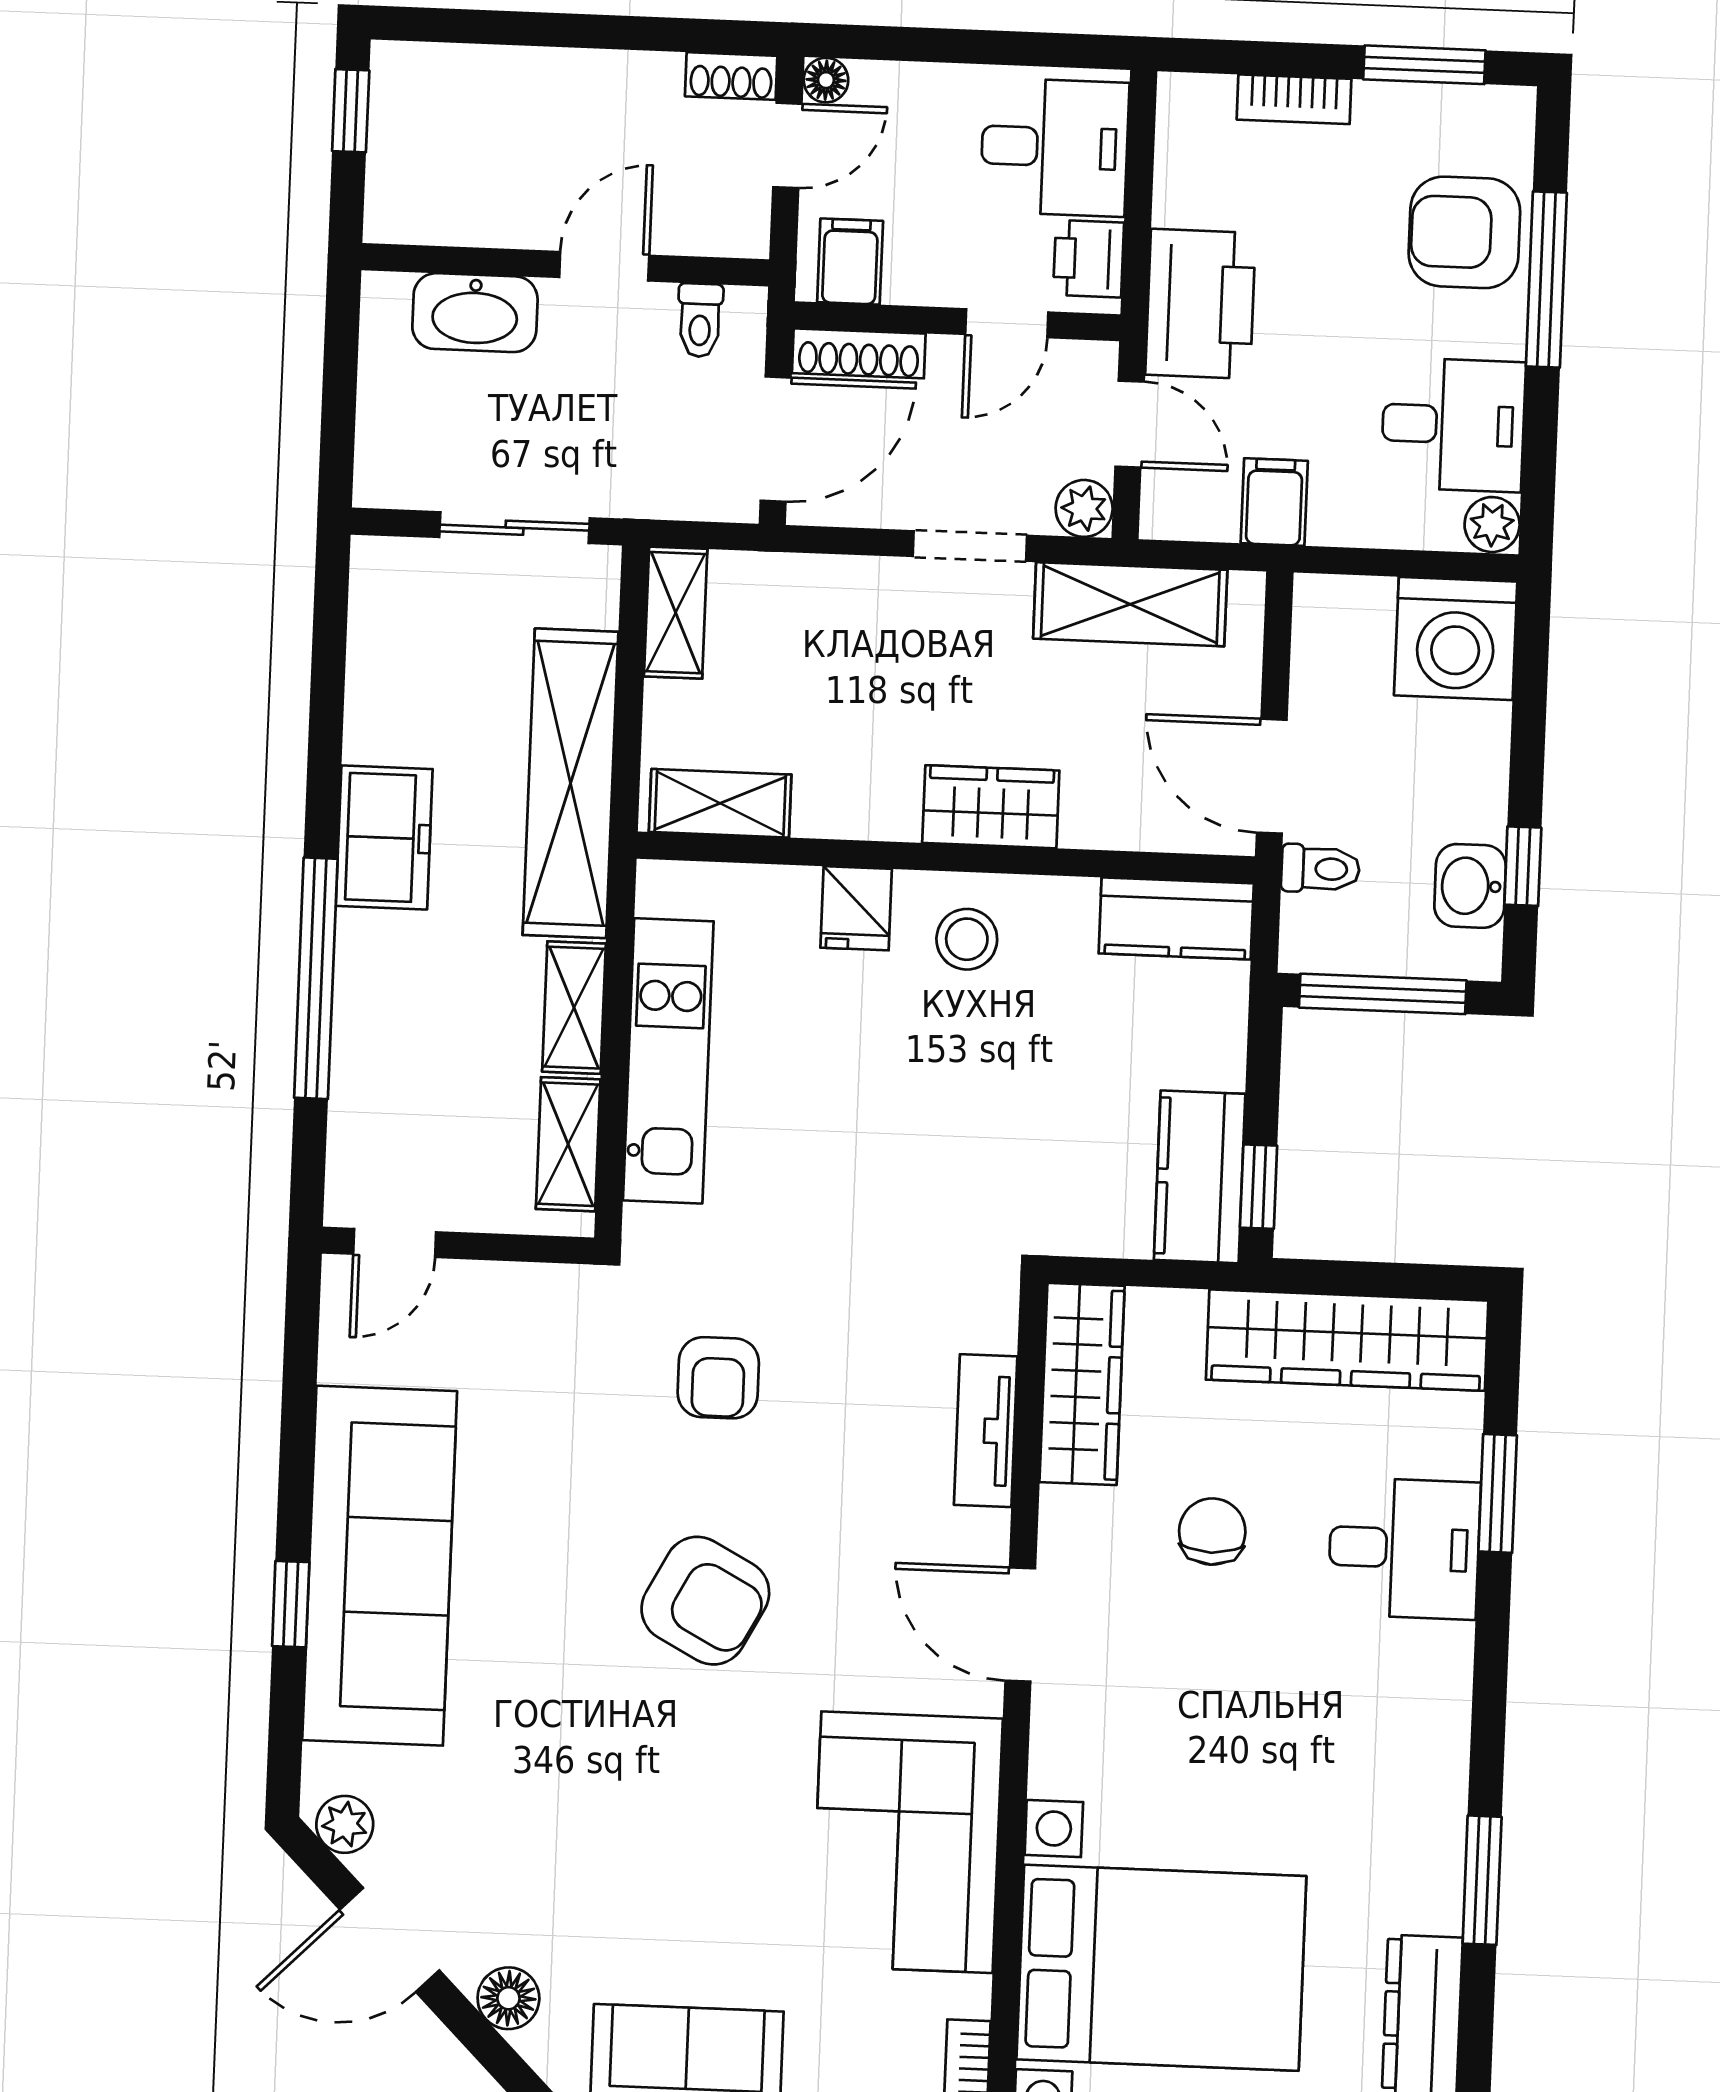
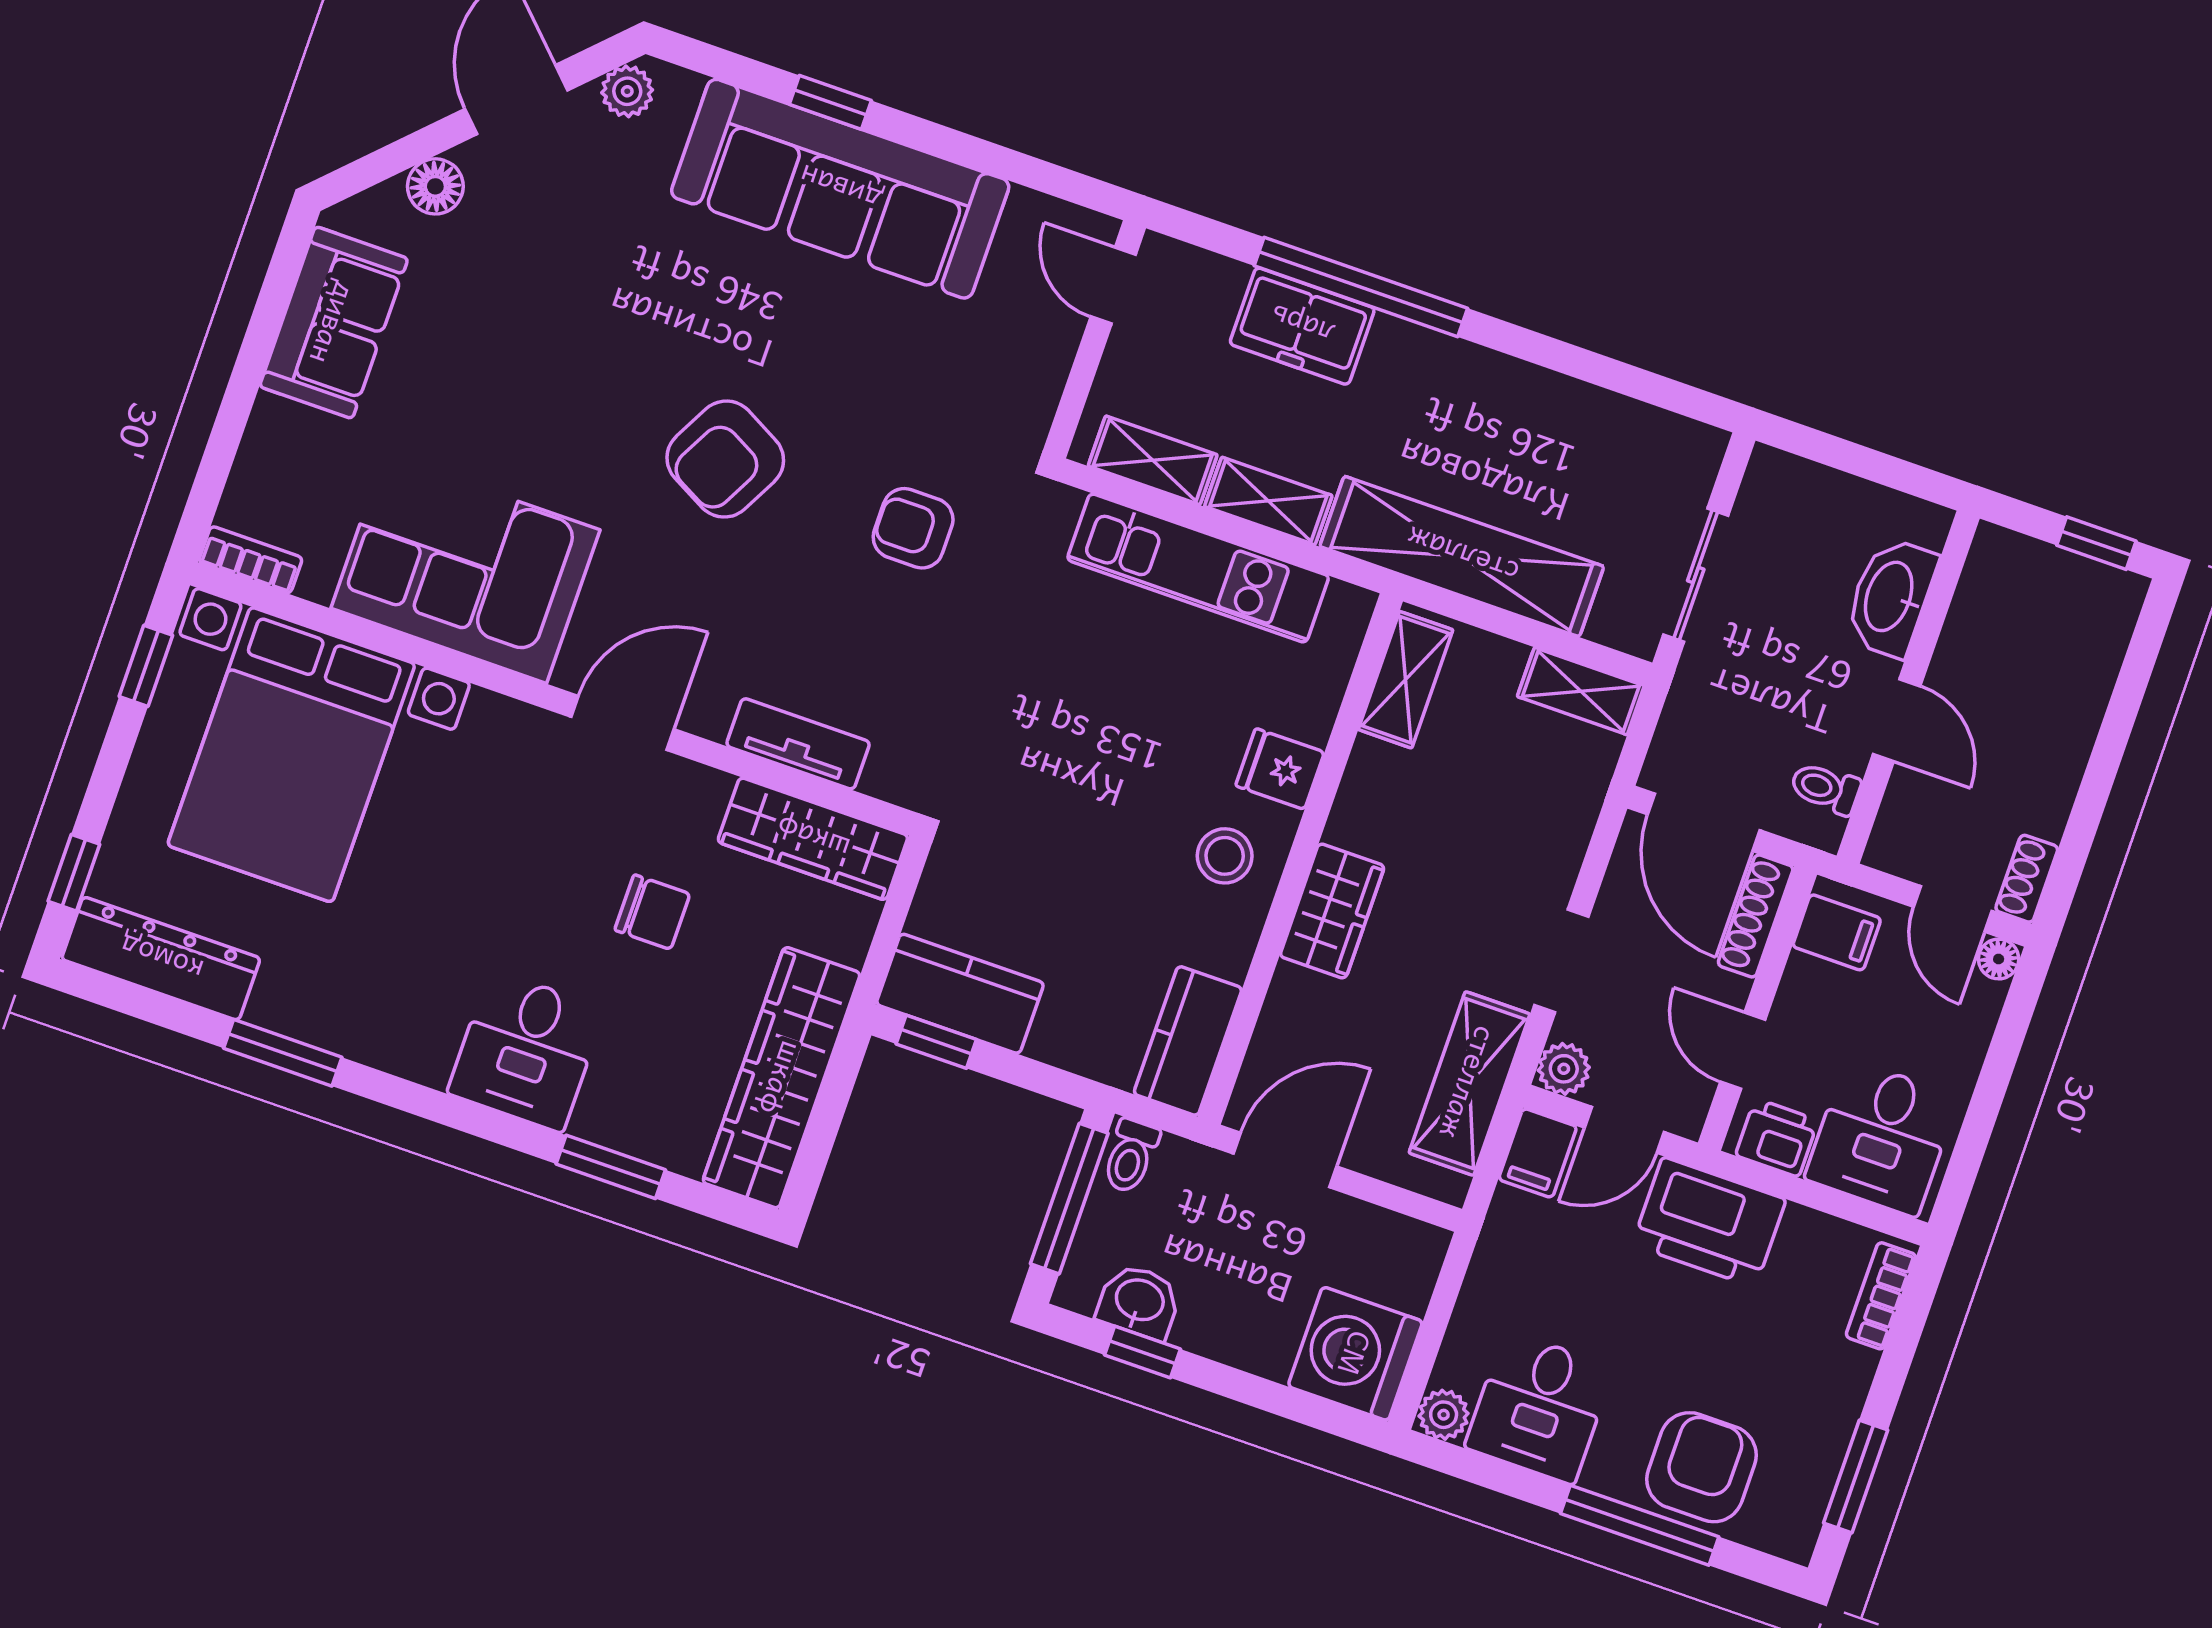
bookcase: (1294, 99) -> (1881, 1296), moved
filing cabinet: (1274, 502) -> (1538, 1153), moved, turned 90
freezer: (384, 837) -> (1302, 326), moved
toilet: (1320, 869) -> (1131, 1156), moved
desk: (1404, 1548) -> (526, 1051), moved

